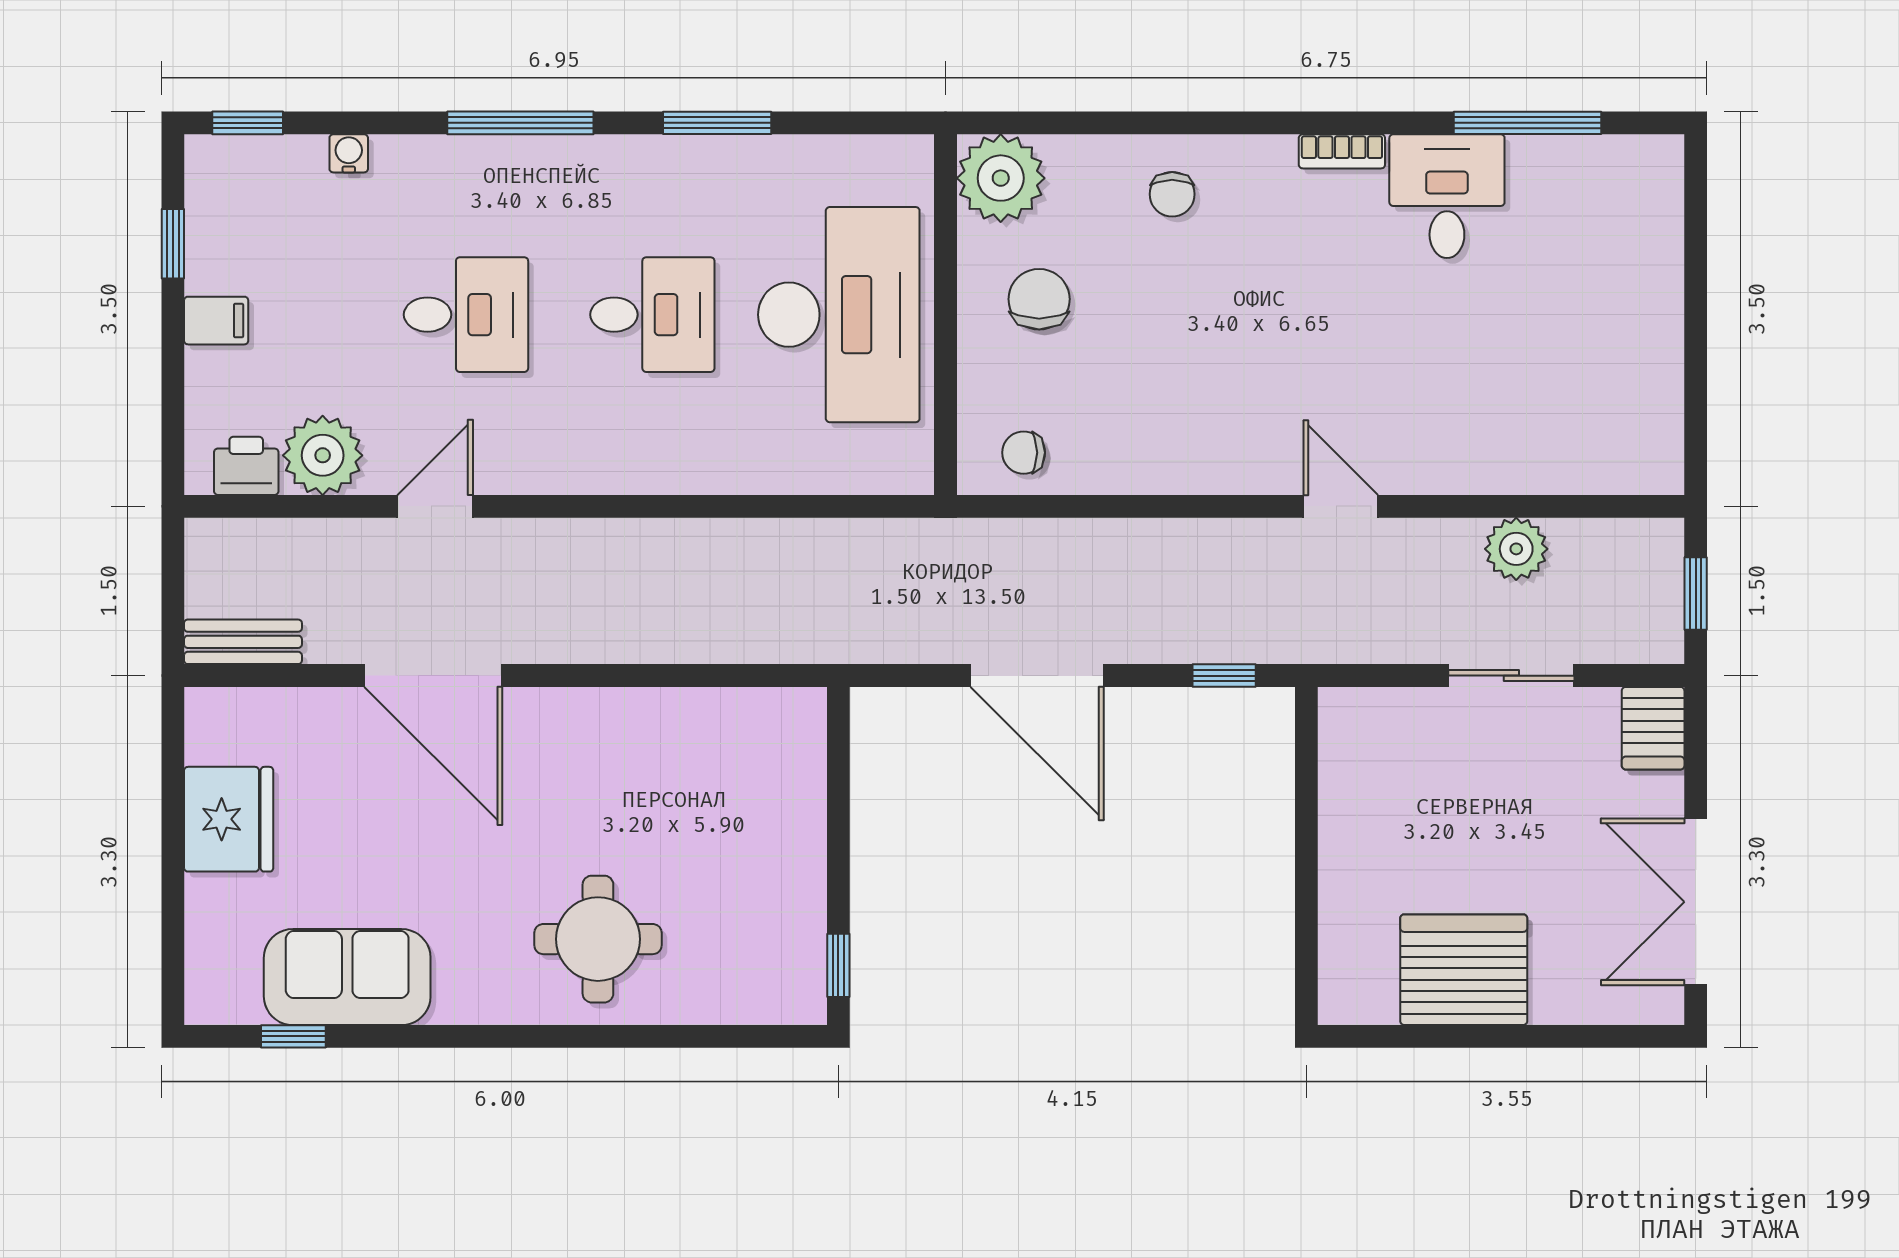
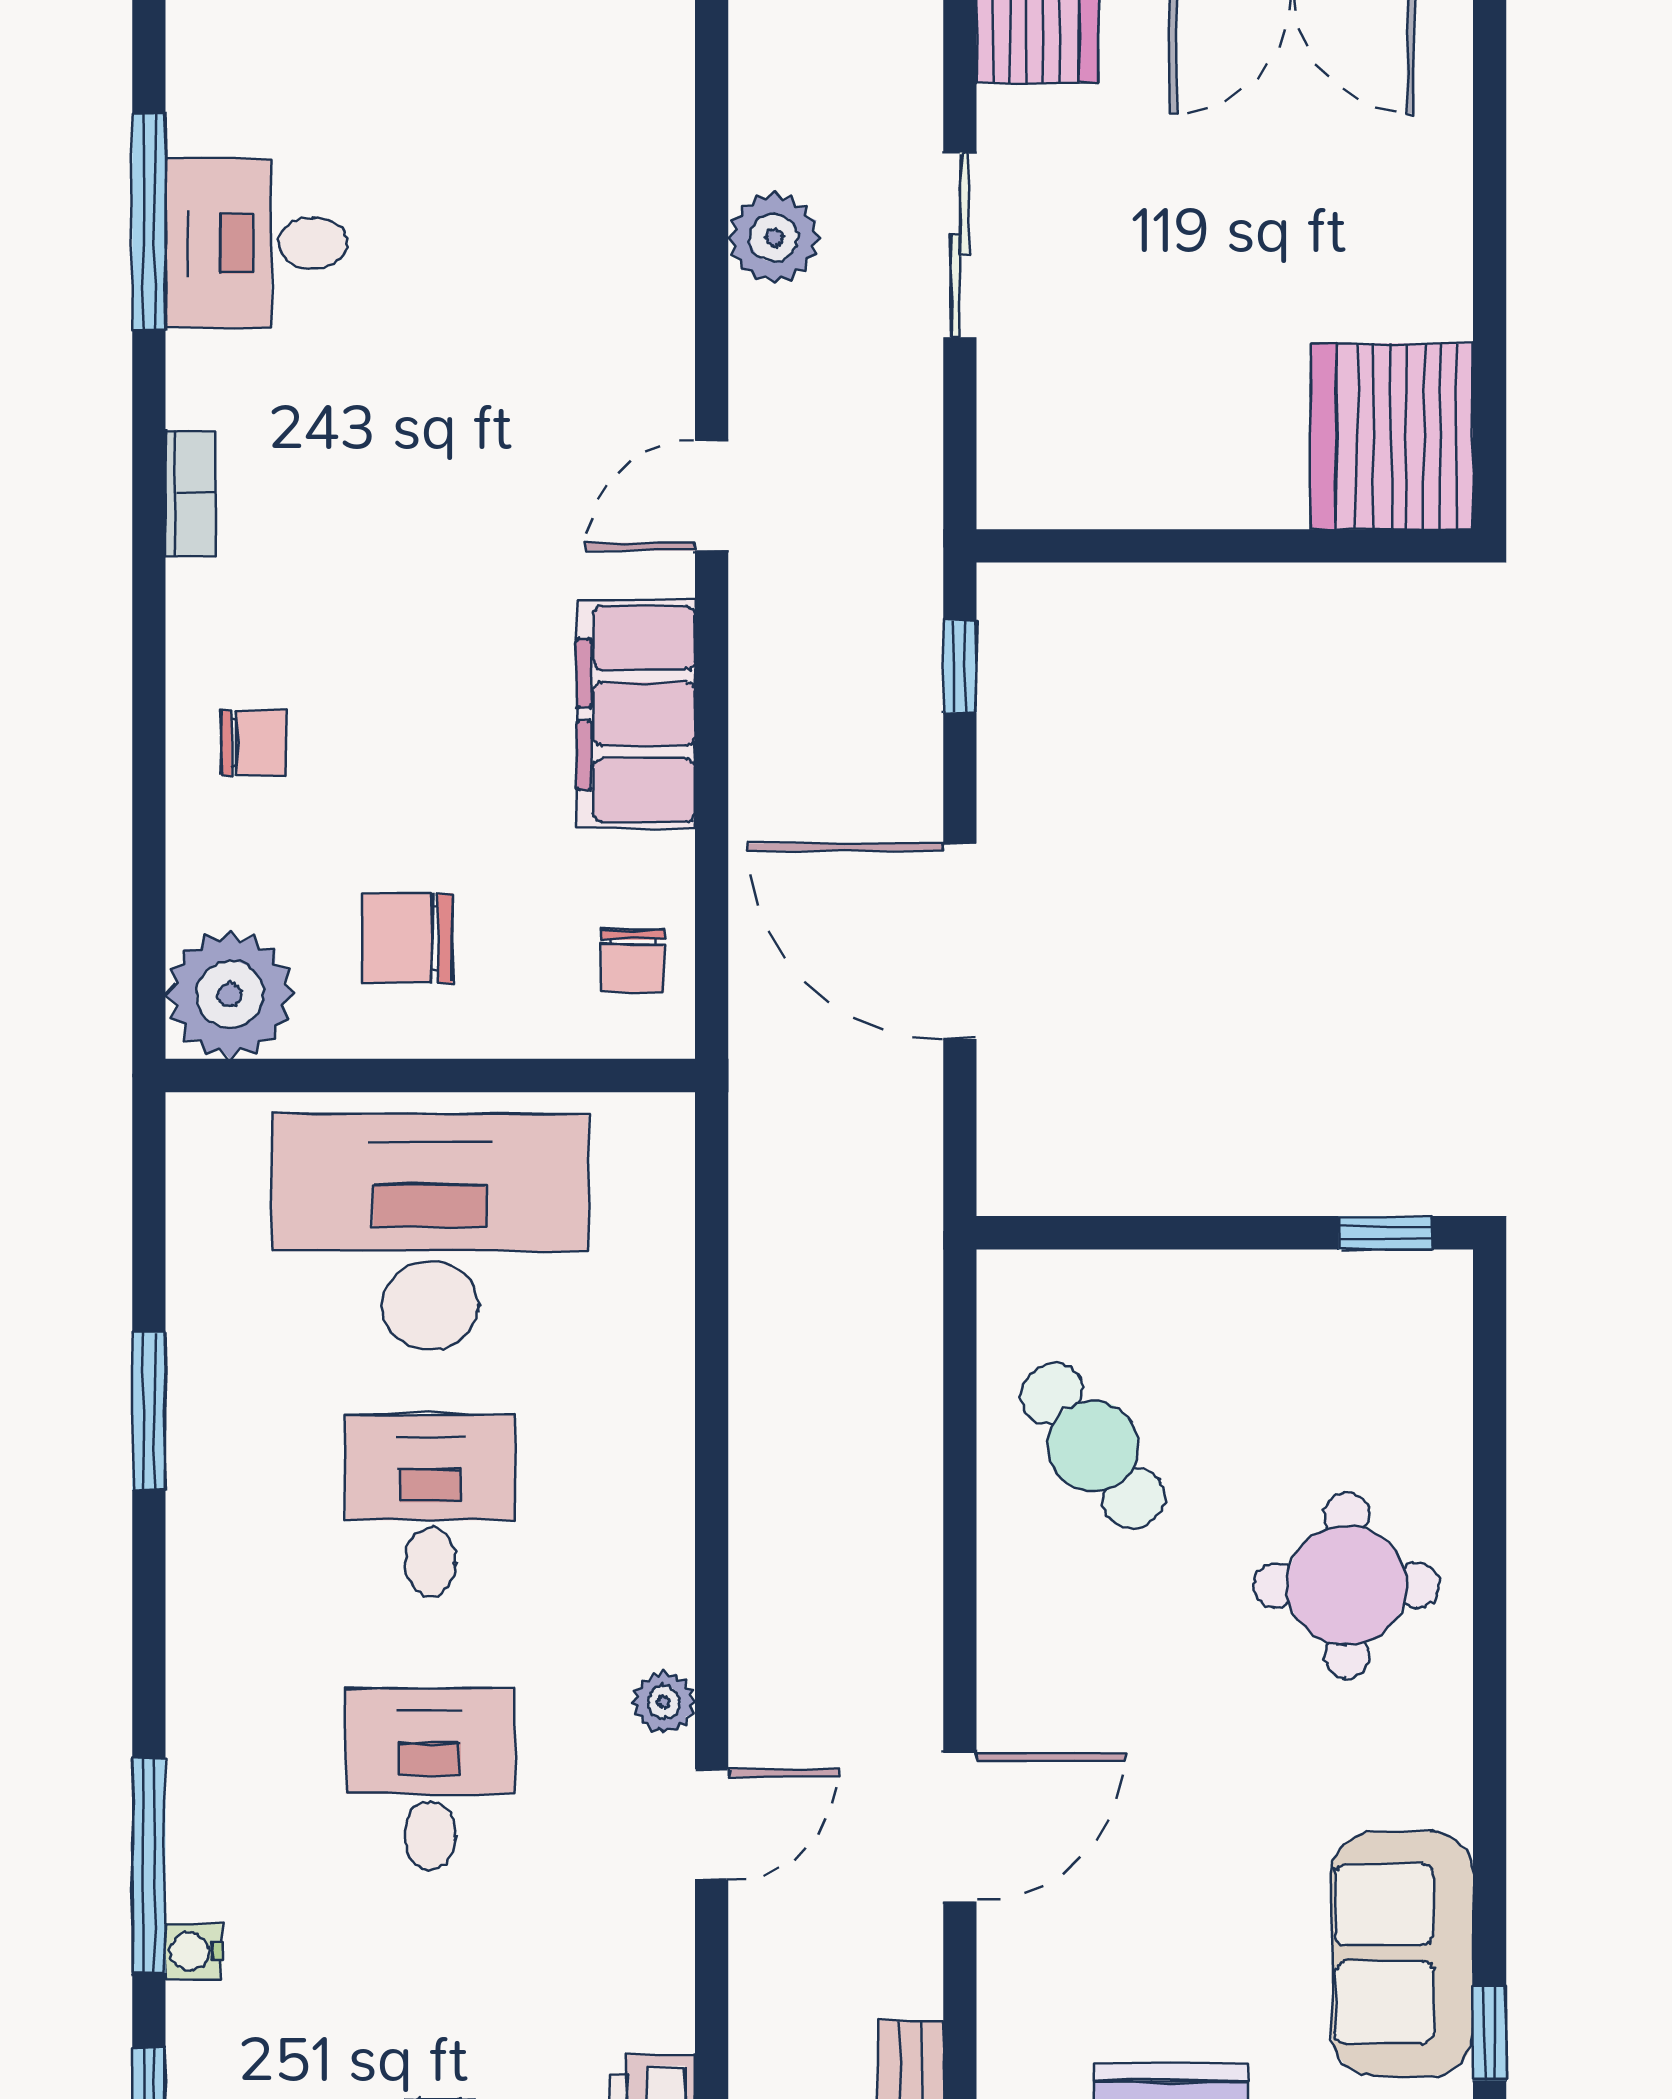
window: (520, 123) -> (149, 1866), moved
desk: (1447, 196) -> (256, 243), moved
plant: (323, 455) -> (664, 1702), moved, width x0.53, depth x0.53
filing cabinet: (1192, 455) -> (636, 714), added
door: (435, 506) -> (712, 1825), swing flipped
door: (433, 676) -> (960, 1827), width x0.73
door: (1037, 676) -> (960, 941), swing flipped
cafe table: (693, 766) -> (1093, 1446), added
server rack: (1464, 970) -> (1392, 436), moved

